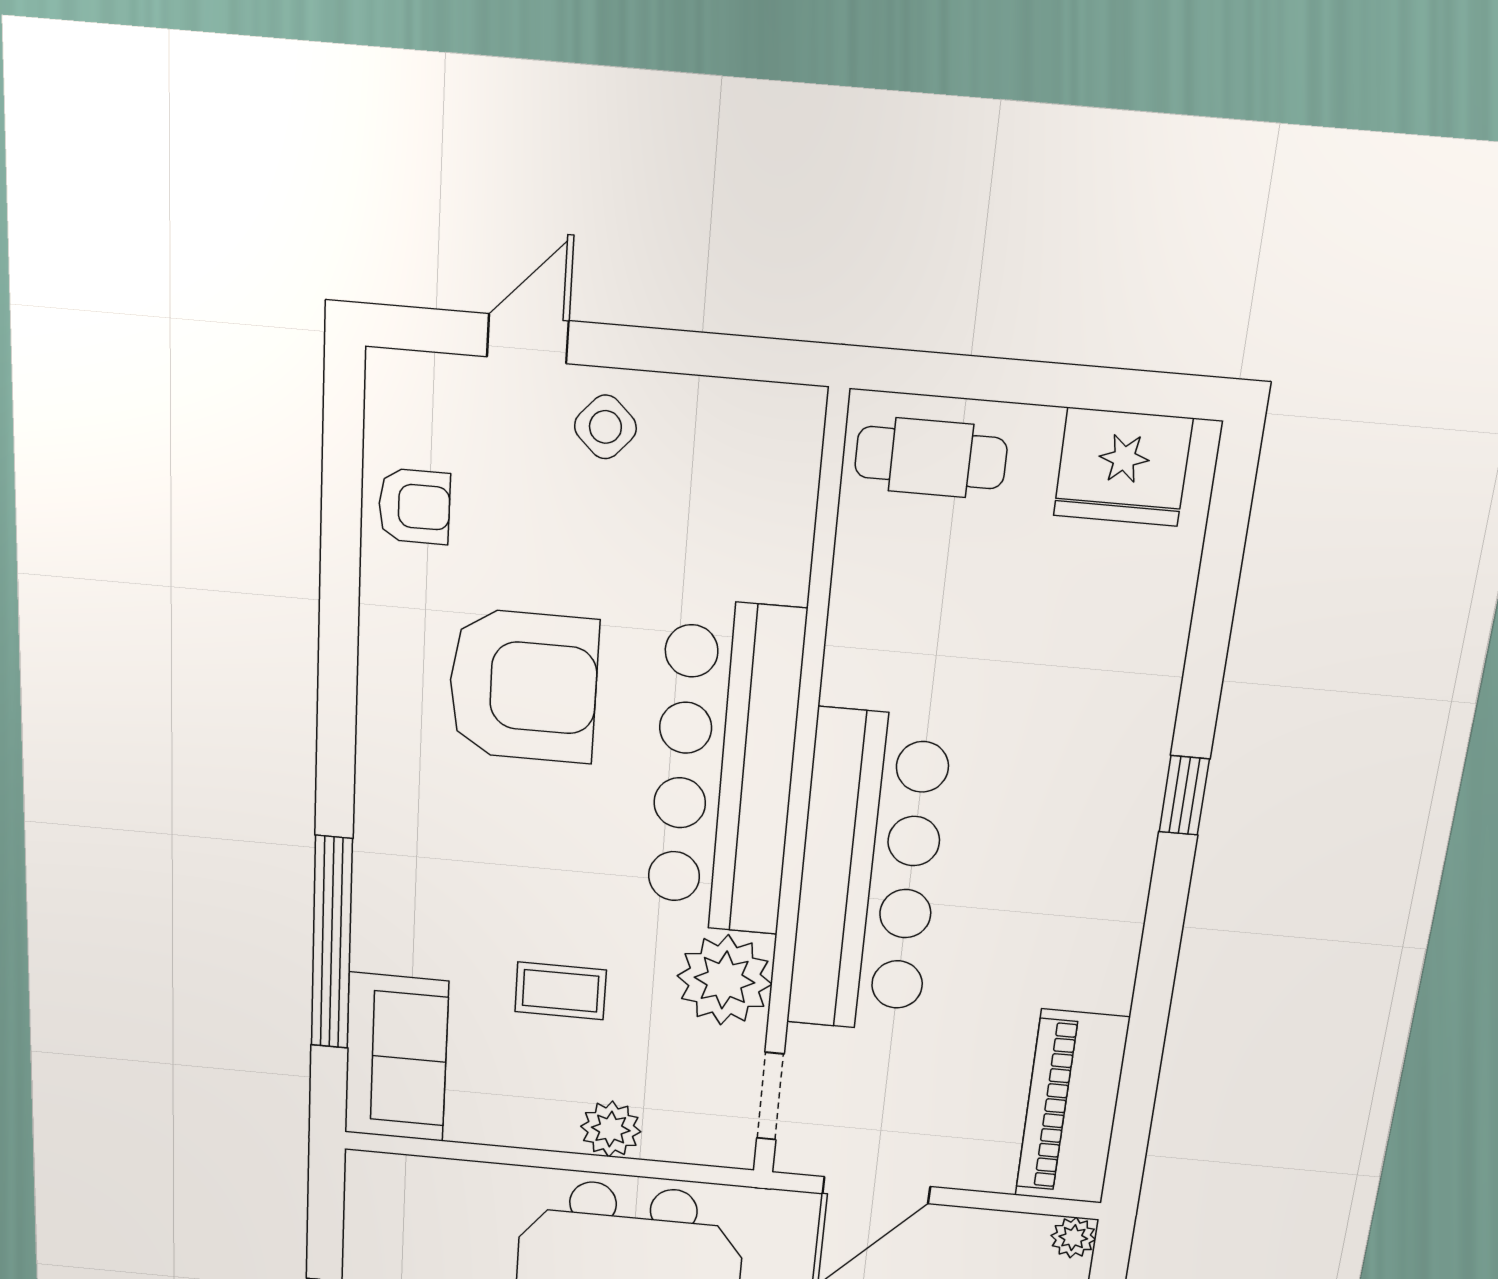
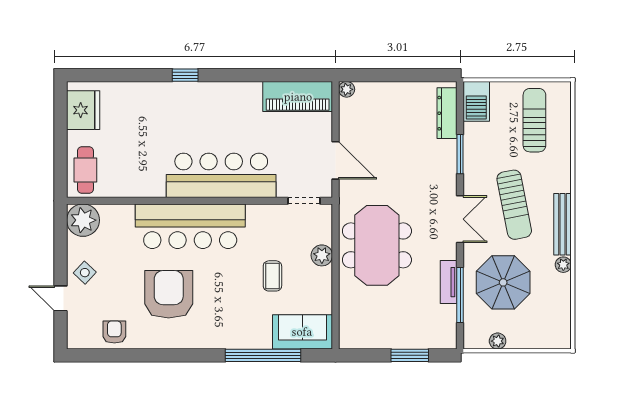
plant: (725, 980) -> (83, 220), moved

